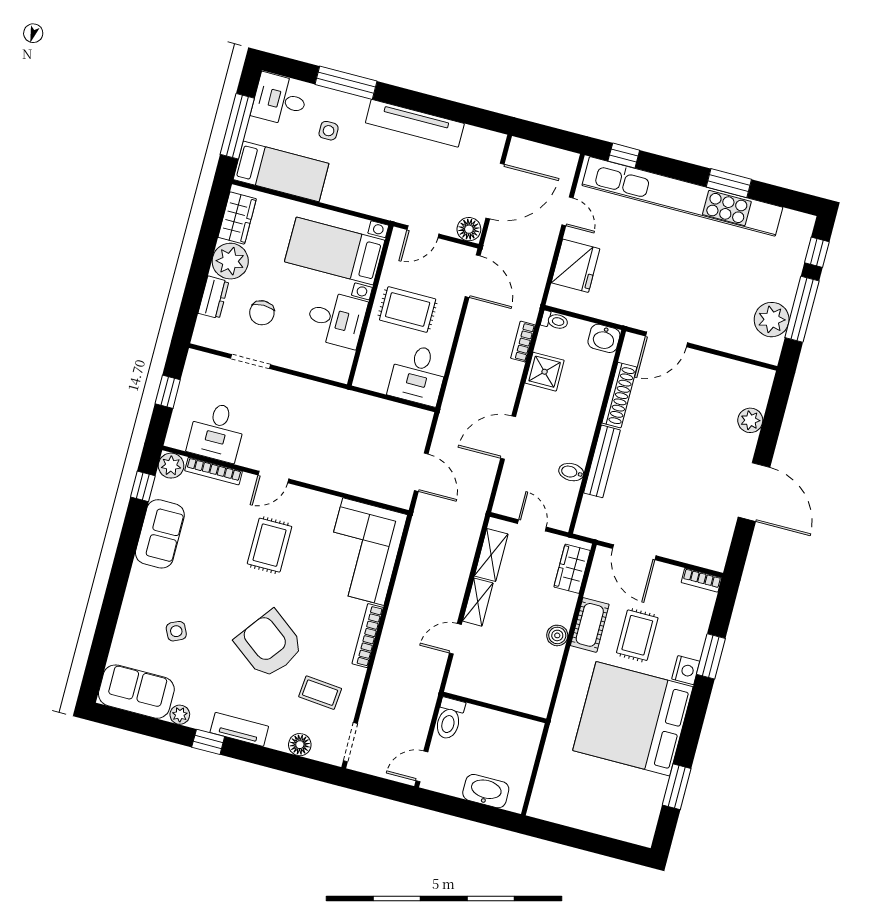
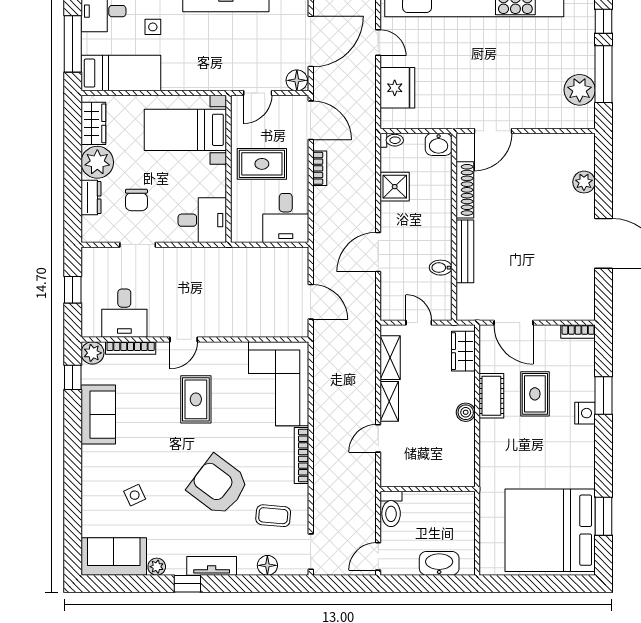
desk: (336, 319) -> (202, 220), moved
bookcase: (523, 342) -> (320, 168), moved, turned 180
bed: (633, 719) -> (550, 530), moved

